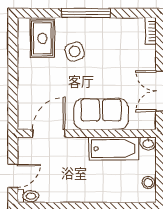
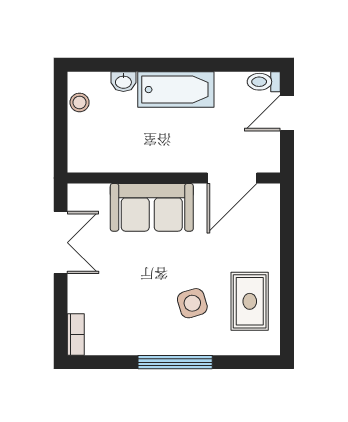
rug: (42, 38) -> (250, 301), moved
washbasin: (148, 143) -> (123, 82), moved, turned 180
bathtub: (114, 149) -> (176, 90), moved, turned 180

